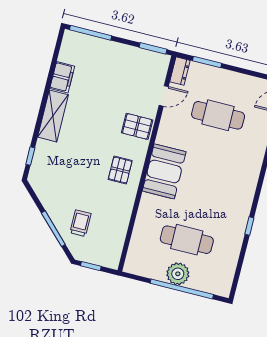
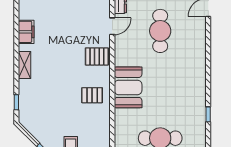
cafe table: (218, 115) -> (160, 31), turned 90
shelving: (53, 116) -> (25, 65), width x0.67, depth x0.75
pallet: (120, 170) -> (92, 95), turned 90

